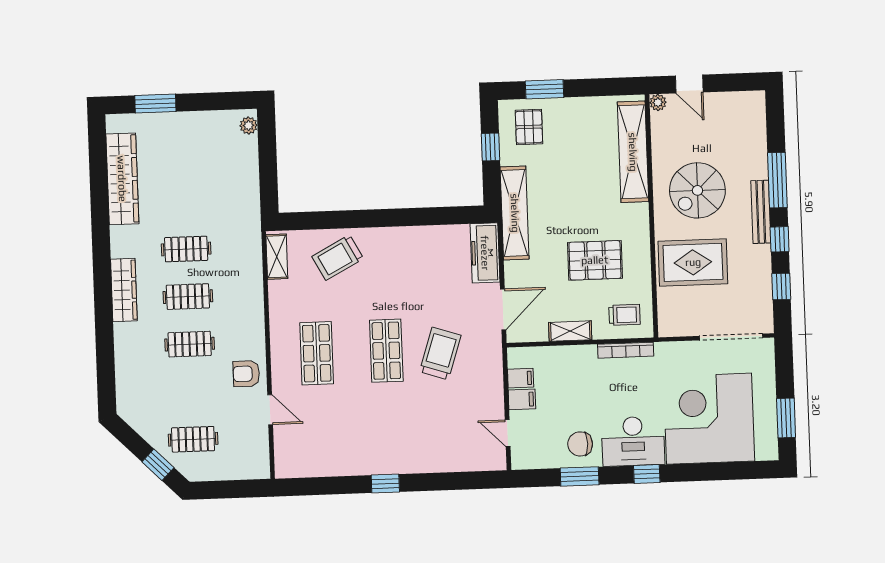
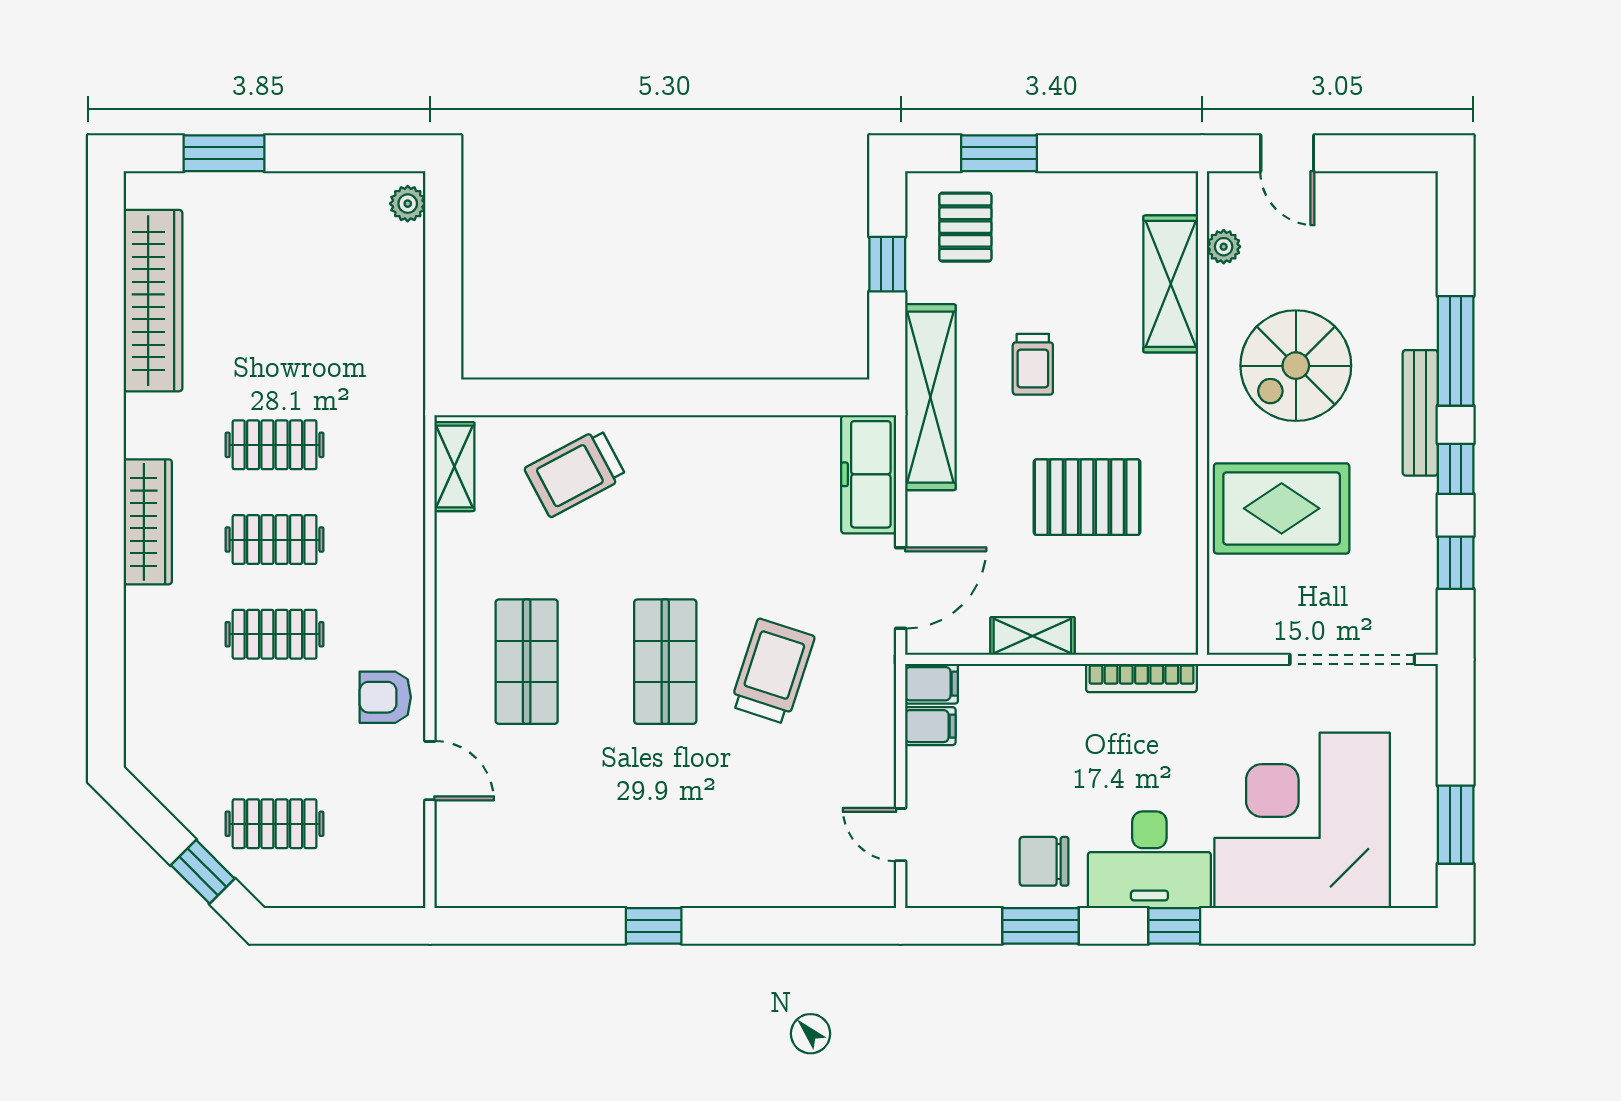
plant: (658, 102) -> (1224, 247), moved
shelving: (633, 152) -> (1171, 284), width x0.68
trolley: (625, 315) -> (1033, 364), moved, turned 90
filing cabinet: (522, 399) -> (931, 684), moved

